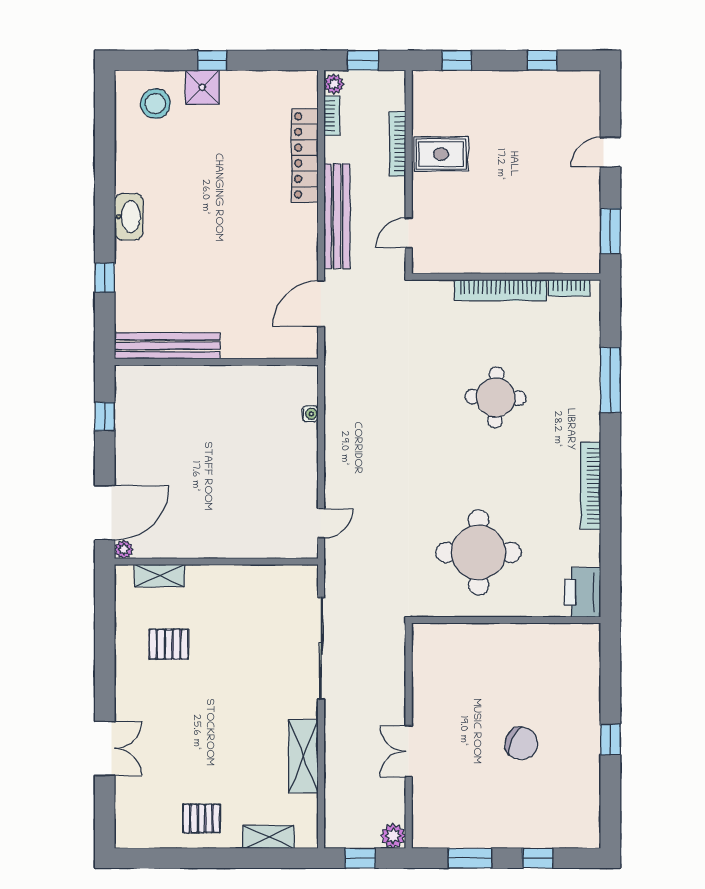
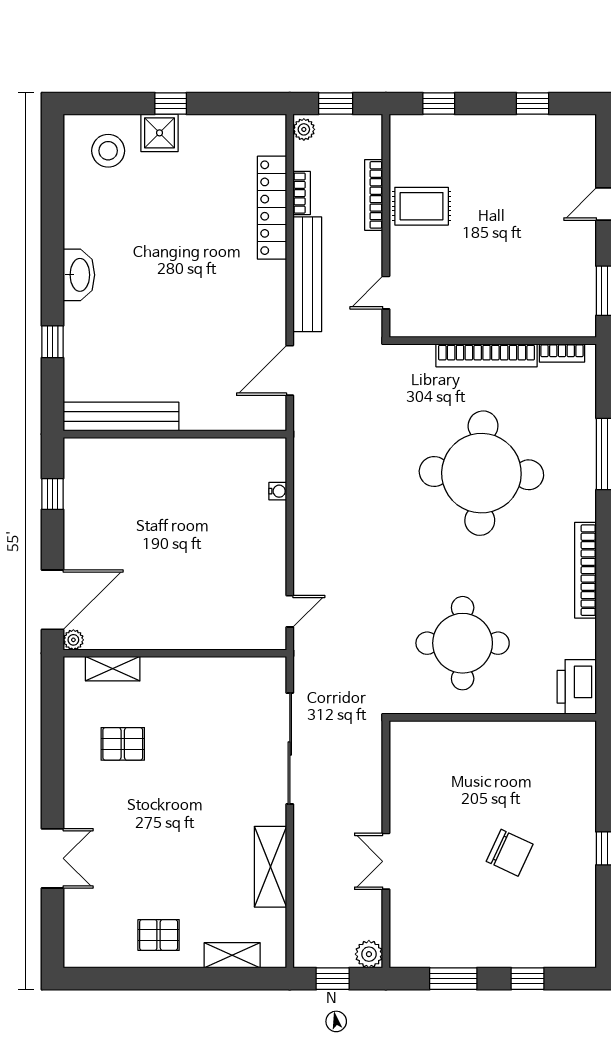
bookcase: (332, 116) -> (302, 193), moved
round table: (496, 397) -> (481, 473), width x1.86, depth x1.86

